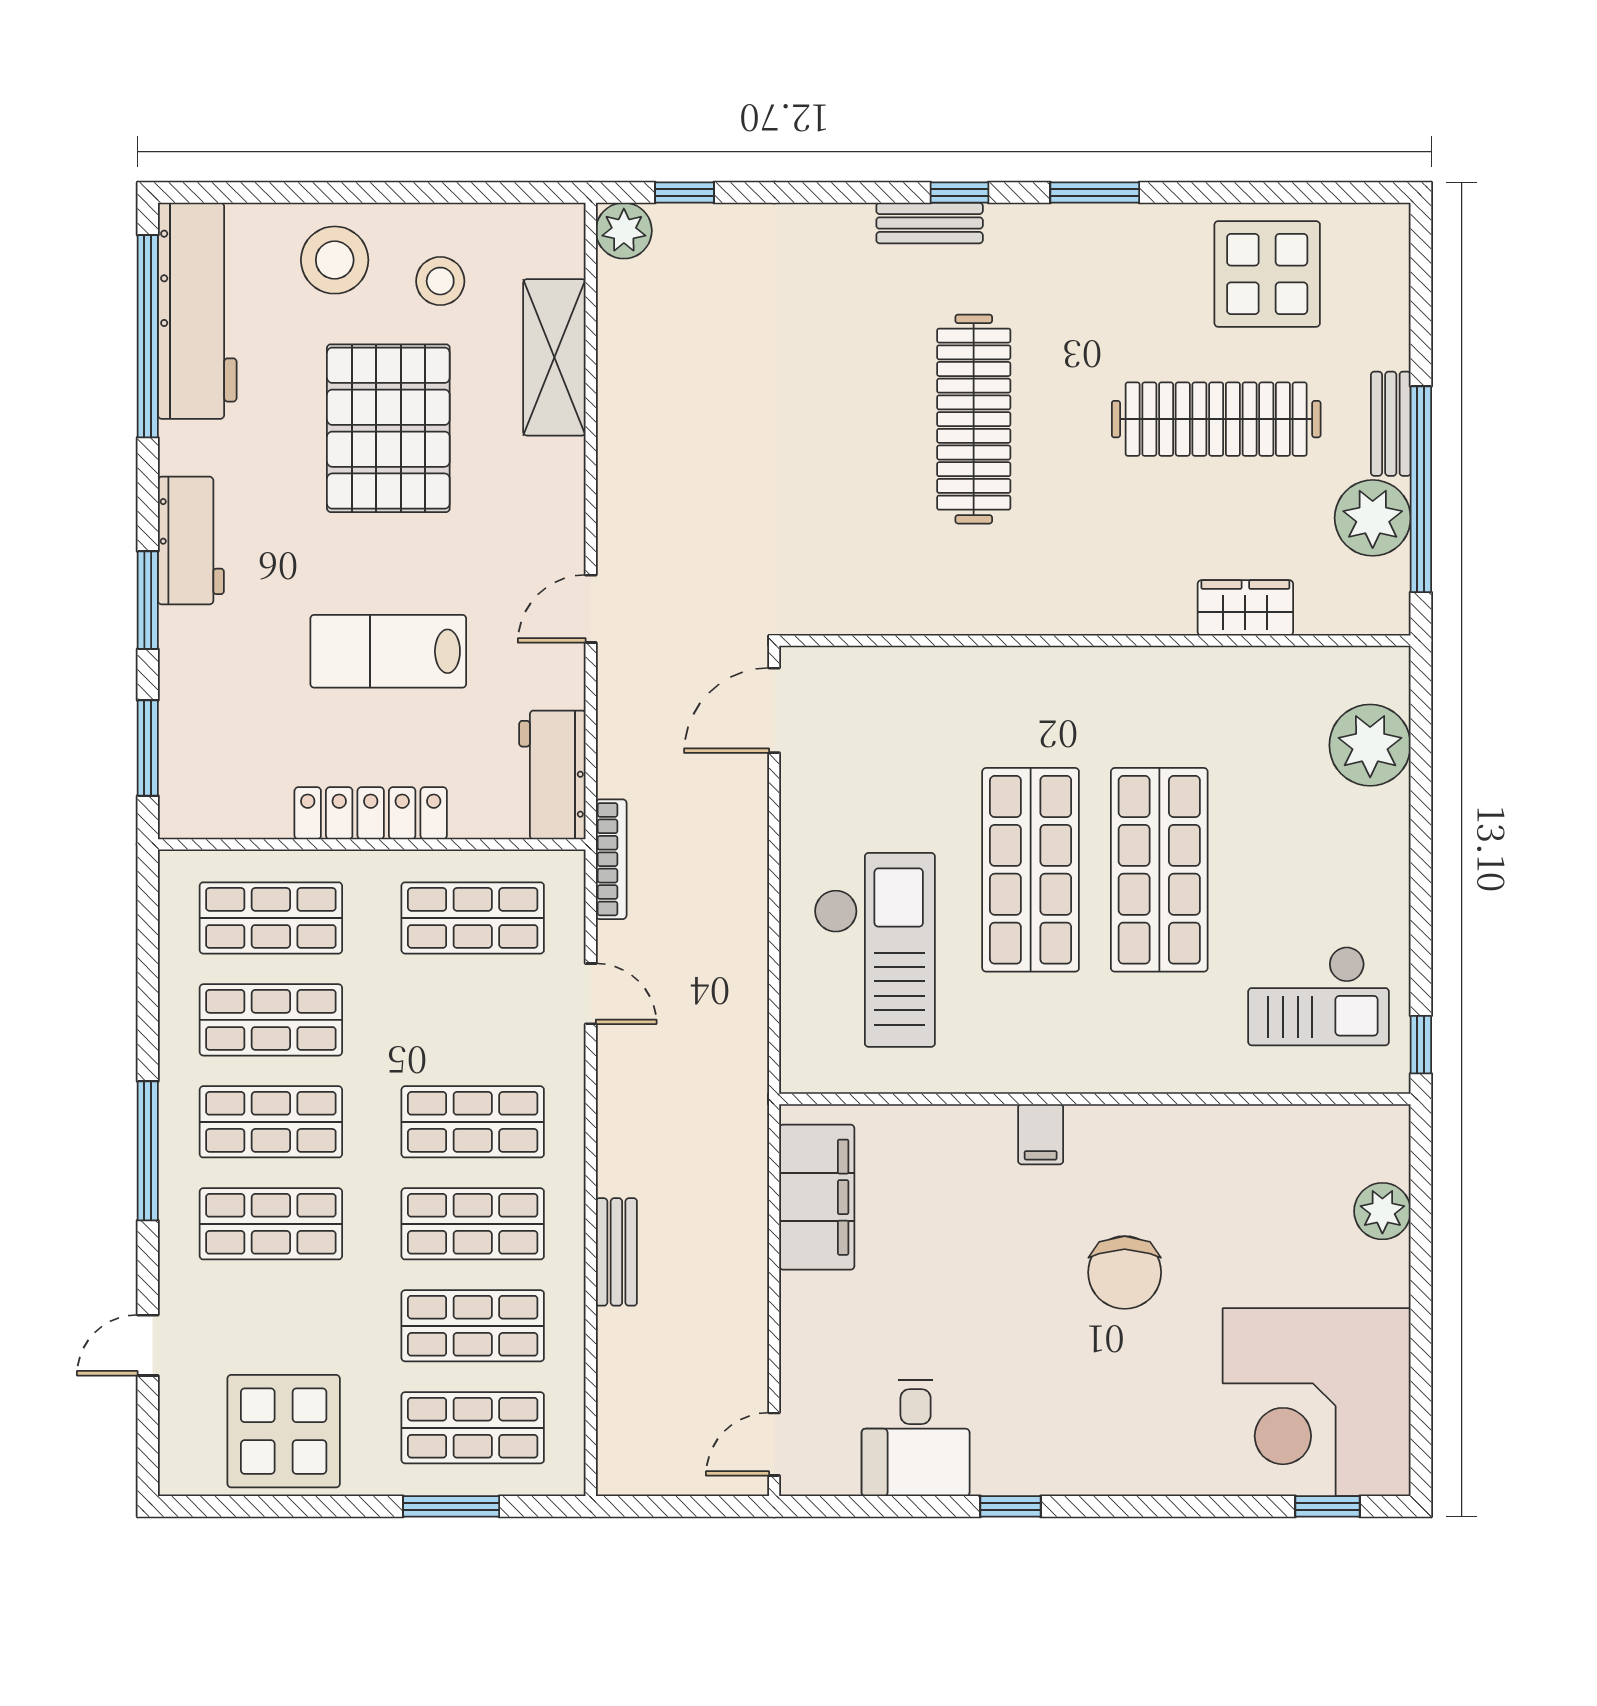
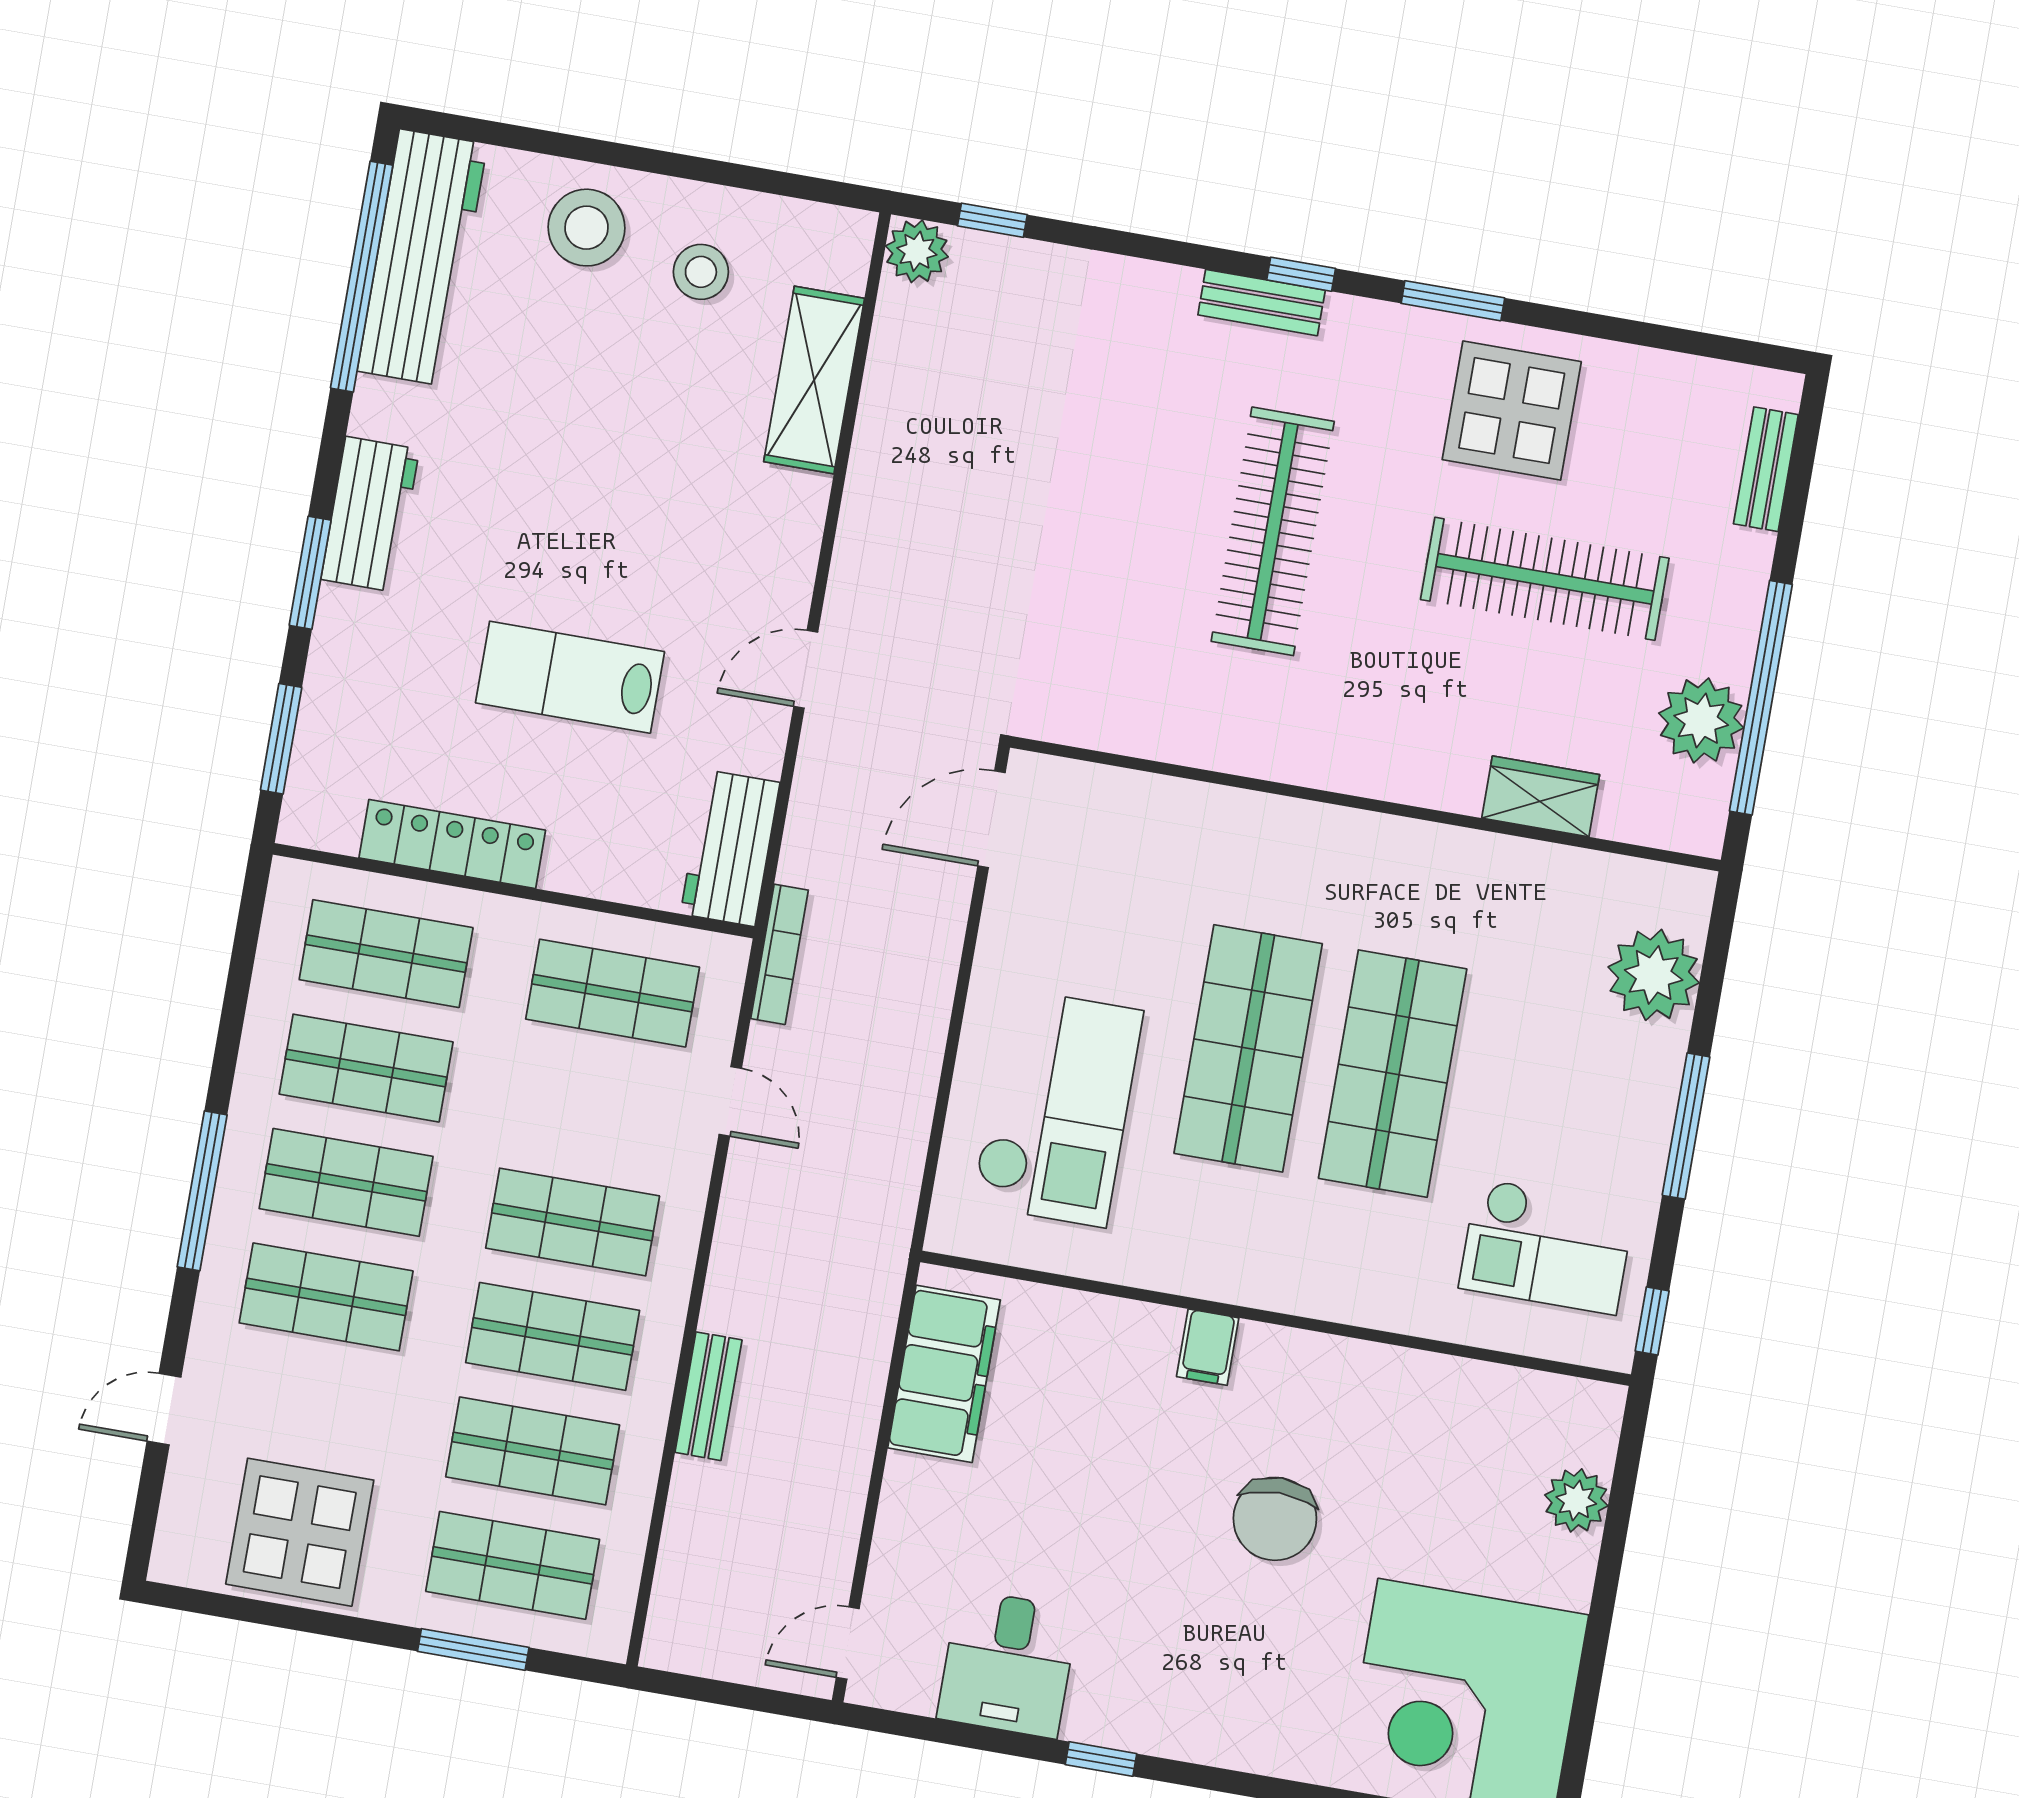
display table: (1267, 274) -> (1512, 411), moved
bench: (1391, 424) -> (1766, 469), moved
pallet: (388, 428) -> (614, 427), removed
locker: (371, 813) -> (452, 844), moved
window: (1421, 871) -> (1686, 1126), added

